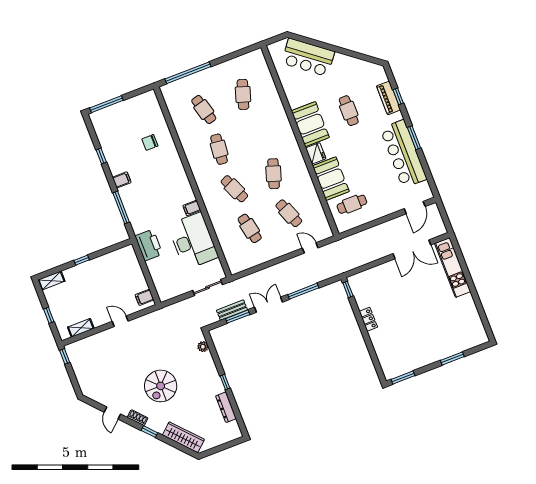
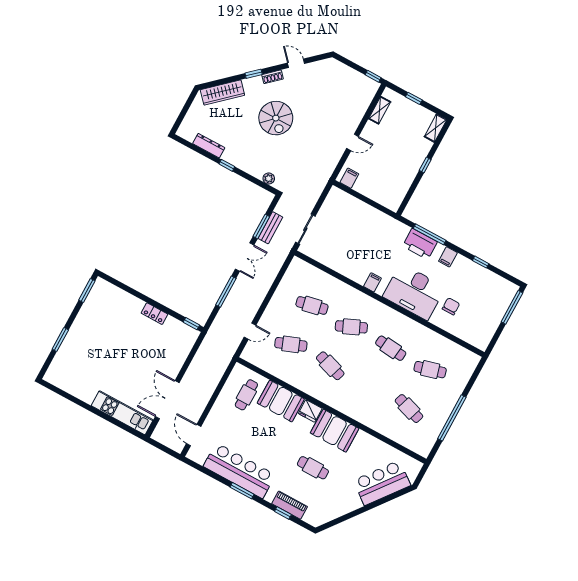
window: (188, 73) -> (452, 418), moved
desk: (193, 241) -> (414, 292), moved
printer: (149, 245) -> (420, 244), moved
spiral stairs: (161, 386) -> (276, 118), turned 180

